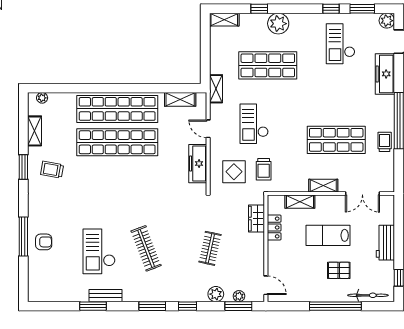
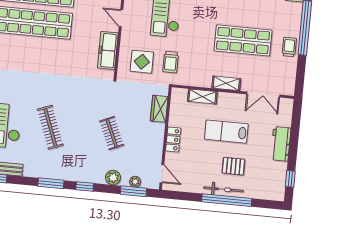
locker: (274, 228) -> (173, 139), moved
clothes rail: (210, 248) -> (112, 133), turned -36
bicycle: (368, 295) -> (224, 189), moved

